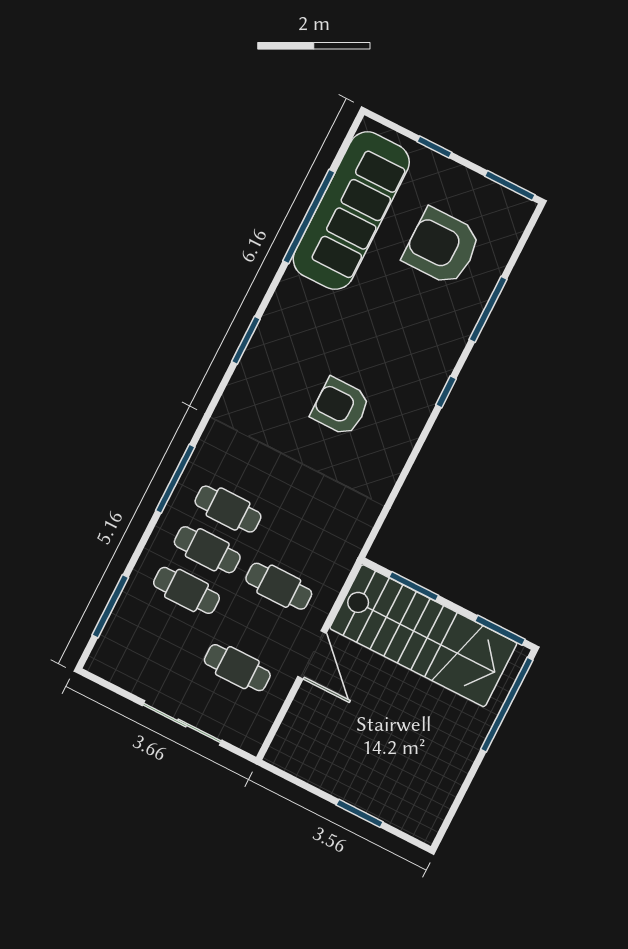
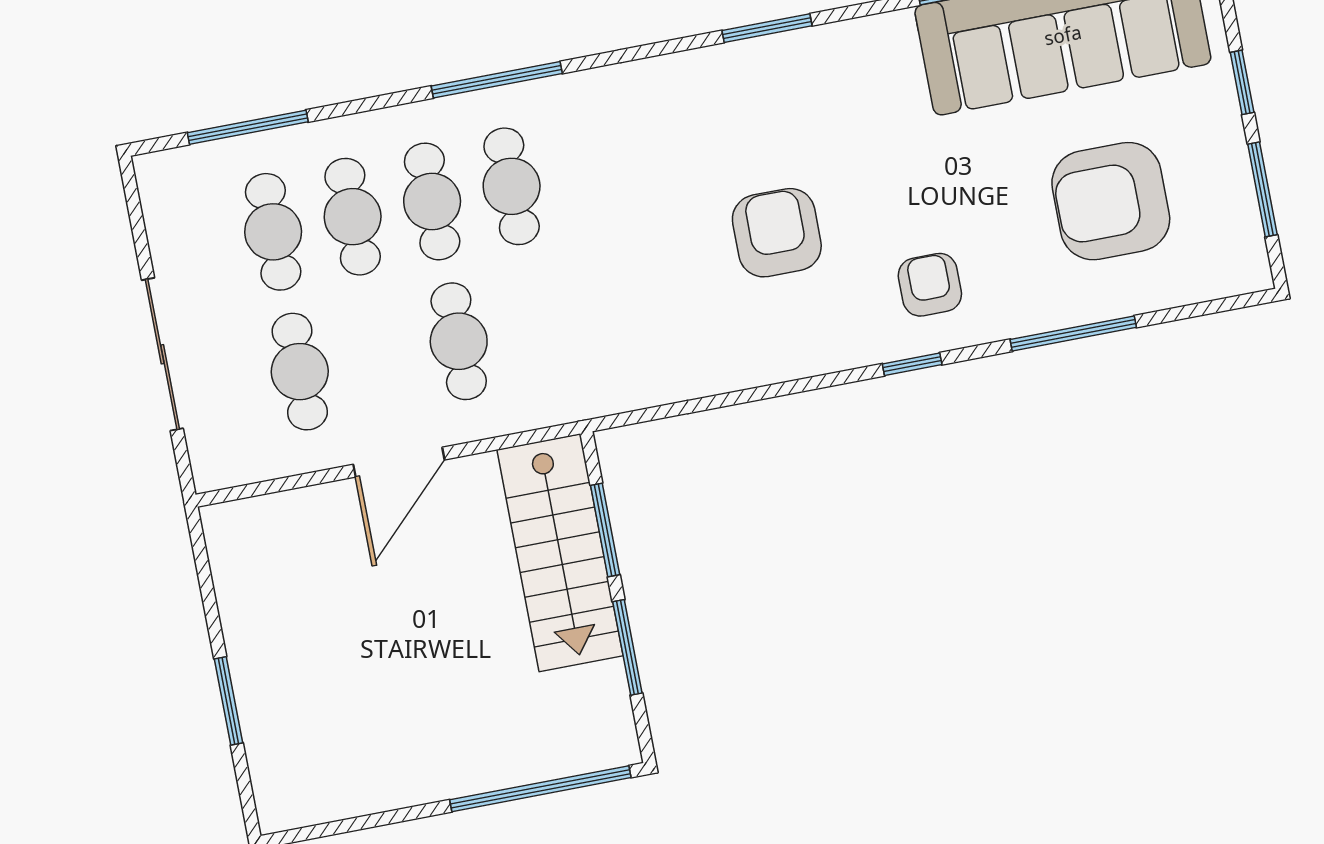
window: (510, 185) -> (1262, 189), moved
armchair: (442, 247) -> (1111, 201), turned -90
armchair: (417, 356) -> (930, 285), added
window: (500, 630) -> (627, 647), moved
cafe table: (166, 631) -> (273, 232), added
stairs: (423, 636) -> (560, 553), width x0.73, depth x0.66

